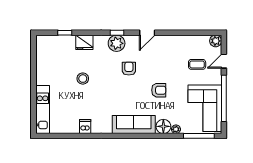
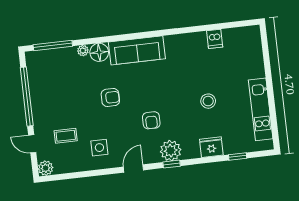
side table: (172, 52) -> (99, 148), added
door: (224, 61) -> (32, 144), swing flipped
armchair: (159, 90) -> (110, 97), turned 180
corner sofa: (205, 108) -> (49, 81), removed
kitchen unit: (43, 109) -> (261, 109), moved
dishwasher: (85, 127) -> (215, 39), moved

